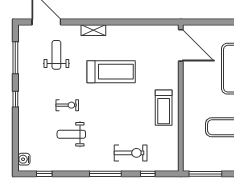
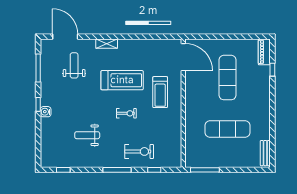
exercise bike: (67, 105) -> (126, 113), moved
treadmill: (164, 108) -> (160, 92), moved
water cooler: (24, 159) -> (46, 112), moved

